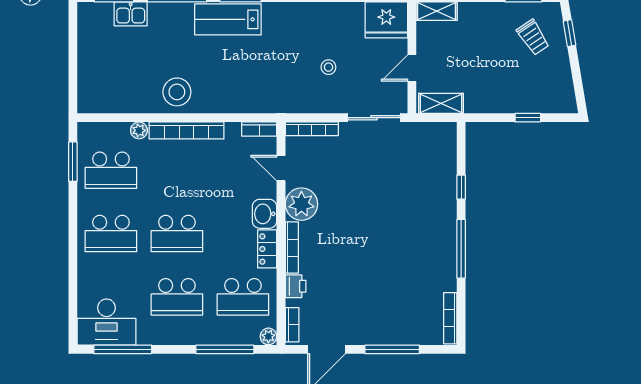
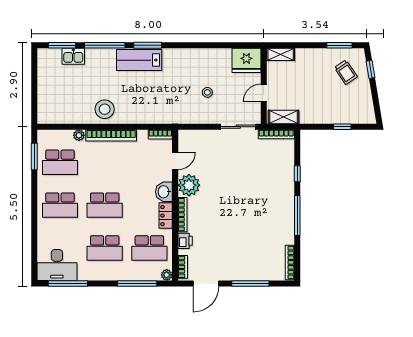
bookcase: (312, 129) -> (276, 134), moved
door: (281, 168) -> (175, 161), swing flipped

